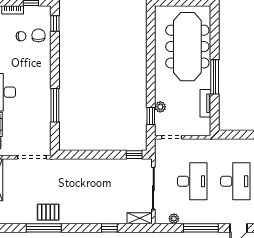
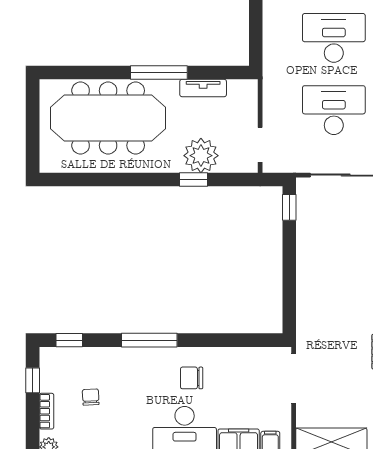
chair: (38, 35) -> (192, 378), moved
window: (55, 105) -> (149, 340), moved
plant: (160, 107) -> (201, 156), width x1.88, depth x1.88
window: (151, 116) -> (193, 180), moved

